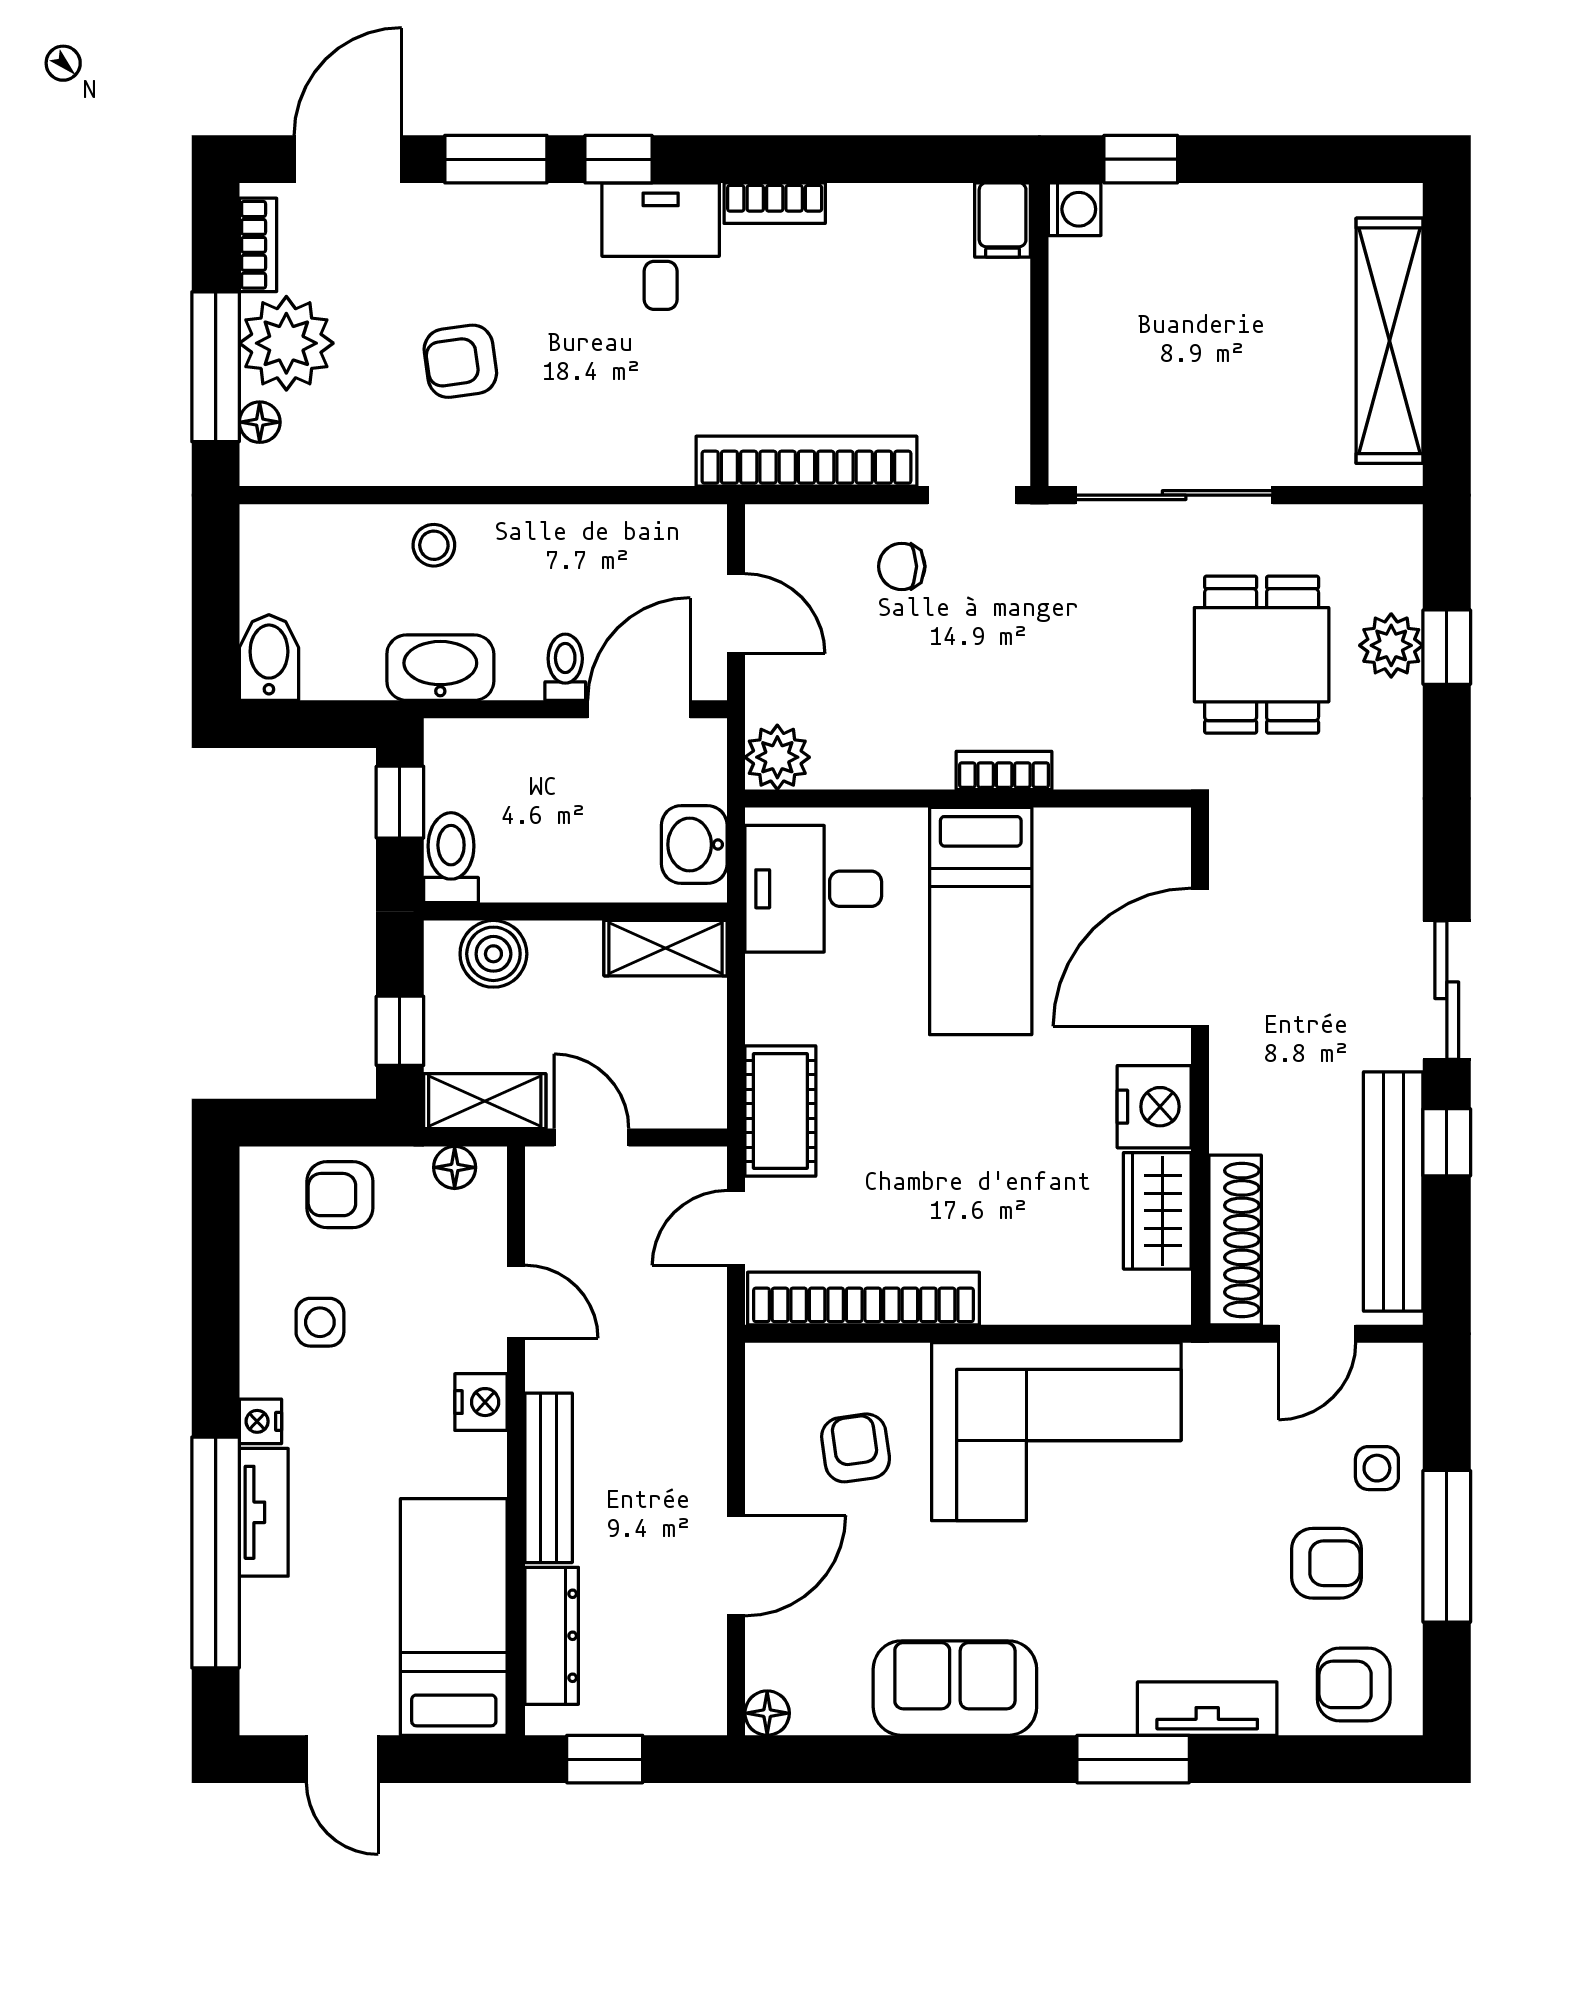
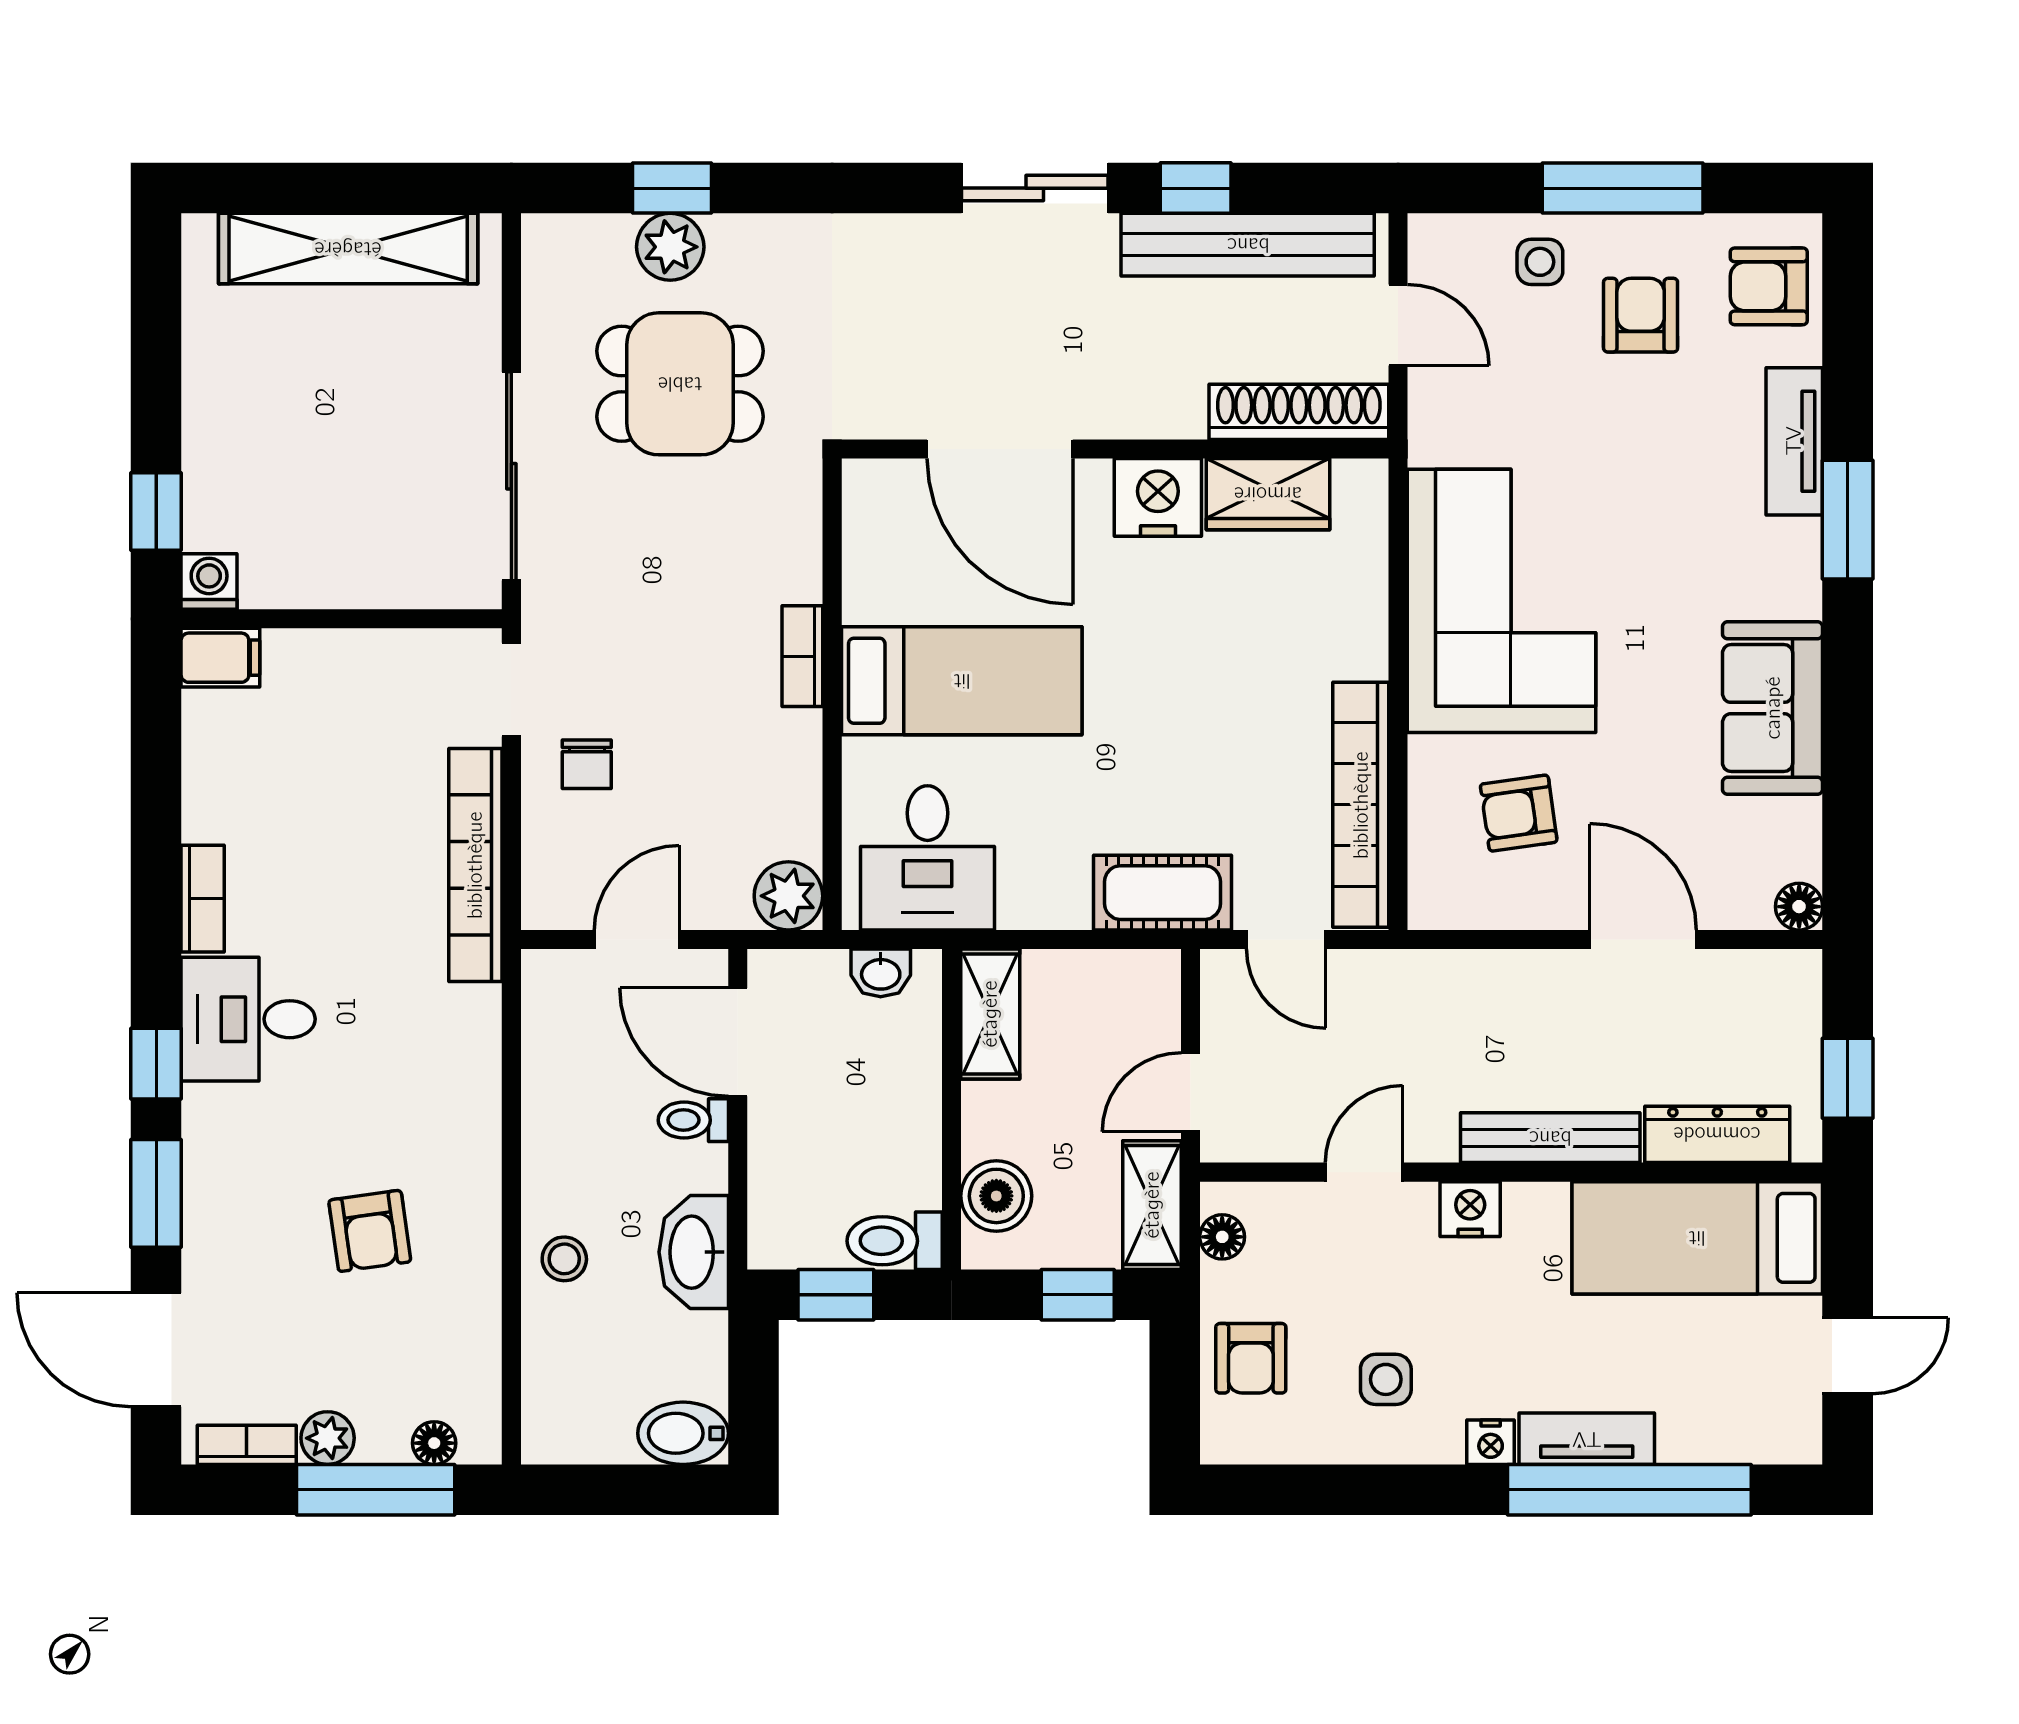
plant: (286, 343) -> (328, 1438), width x0.53, depth x0.53
washbasin: (694, 845) -> (881, 973), width x0.72, depth x0.69
armchair: (1354, 1684) -> (1769, 286), turned 90

